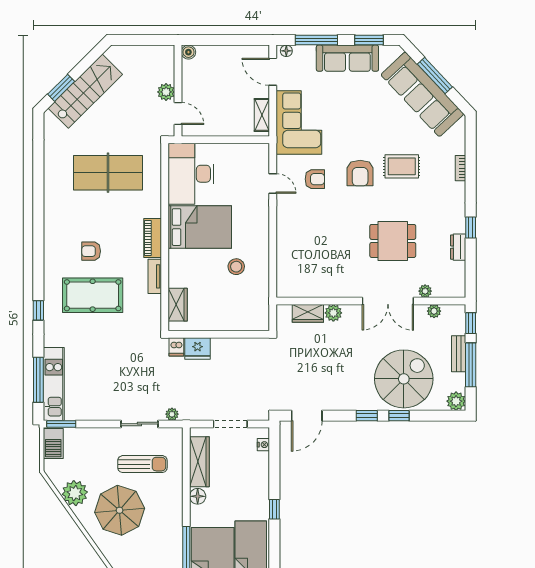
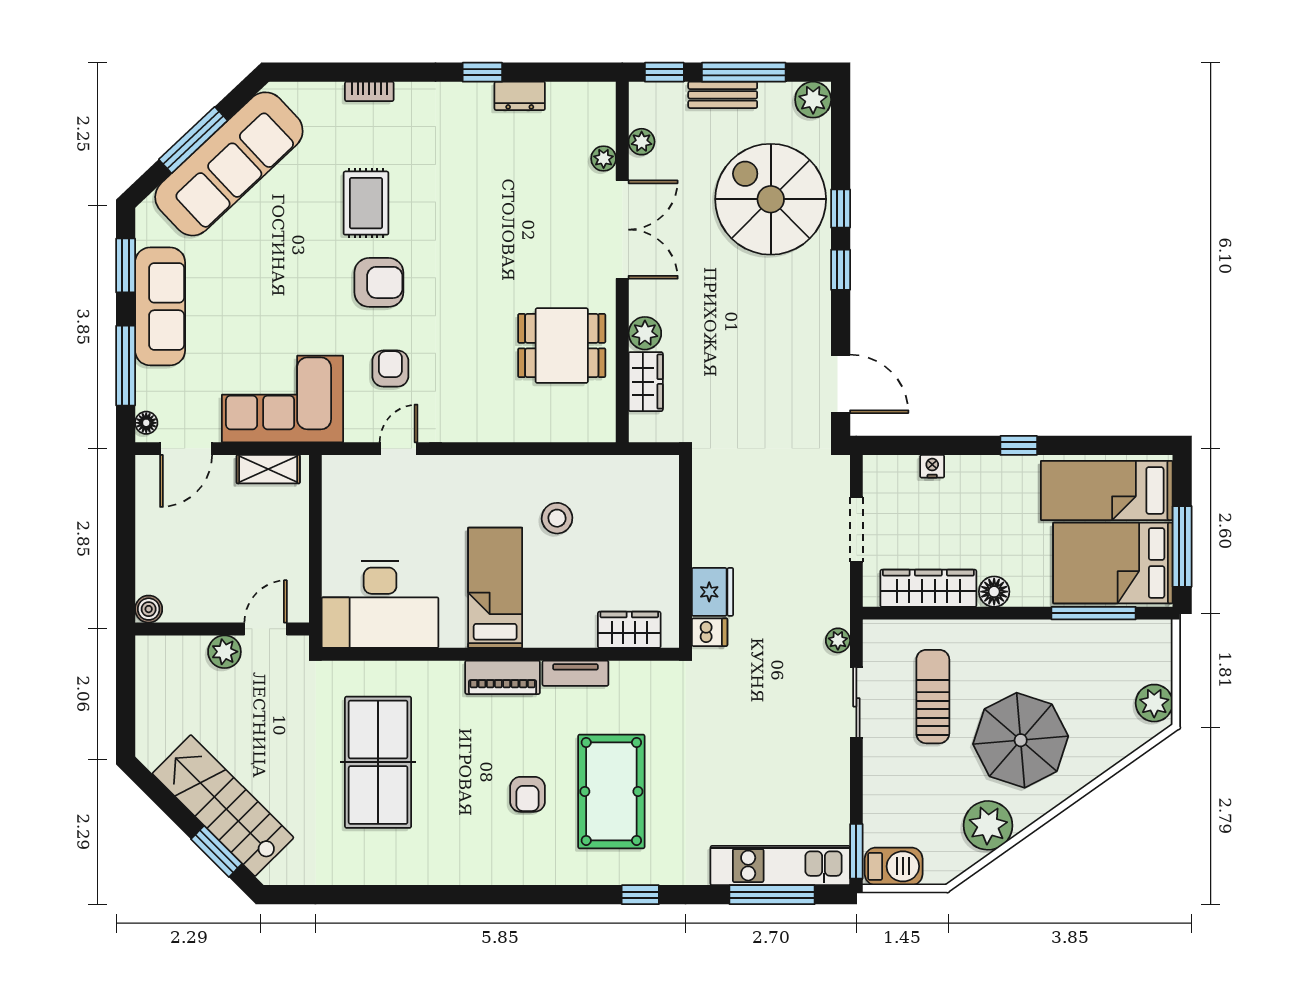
bed: (200, 227) -> (495, 588), width x0.67
dining table: (393, 241) -> (562, 346), moved, turned 90
nightstand: (263, 445) -> (932, 466), moved

